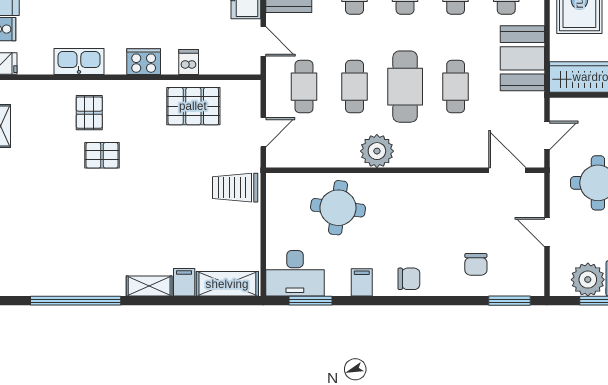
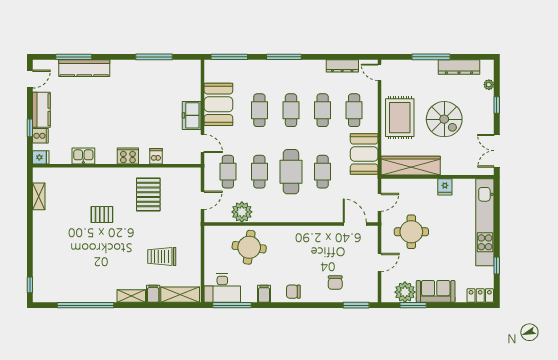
kitchen sink: (79, 61) -> (83, 156), width x0.73
pallet: (193, 106) -> (148, 195), moved, turned 90
pallet: (89, 113) -> (94, 188), removed
plant: (377, 151) -> (242, 212), moved
trolley: (235, 188) -> (162, 256), moved
door: (547, 232) -> (379, 262), swing flipped
chair: (409, 279) -> (293, 292), turned 180
window: (310, 301) -> (232, 305), width x1.44

